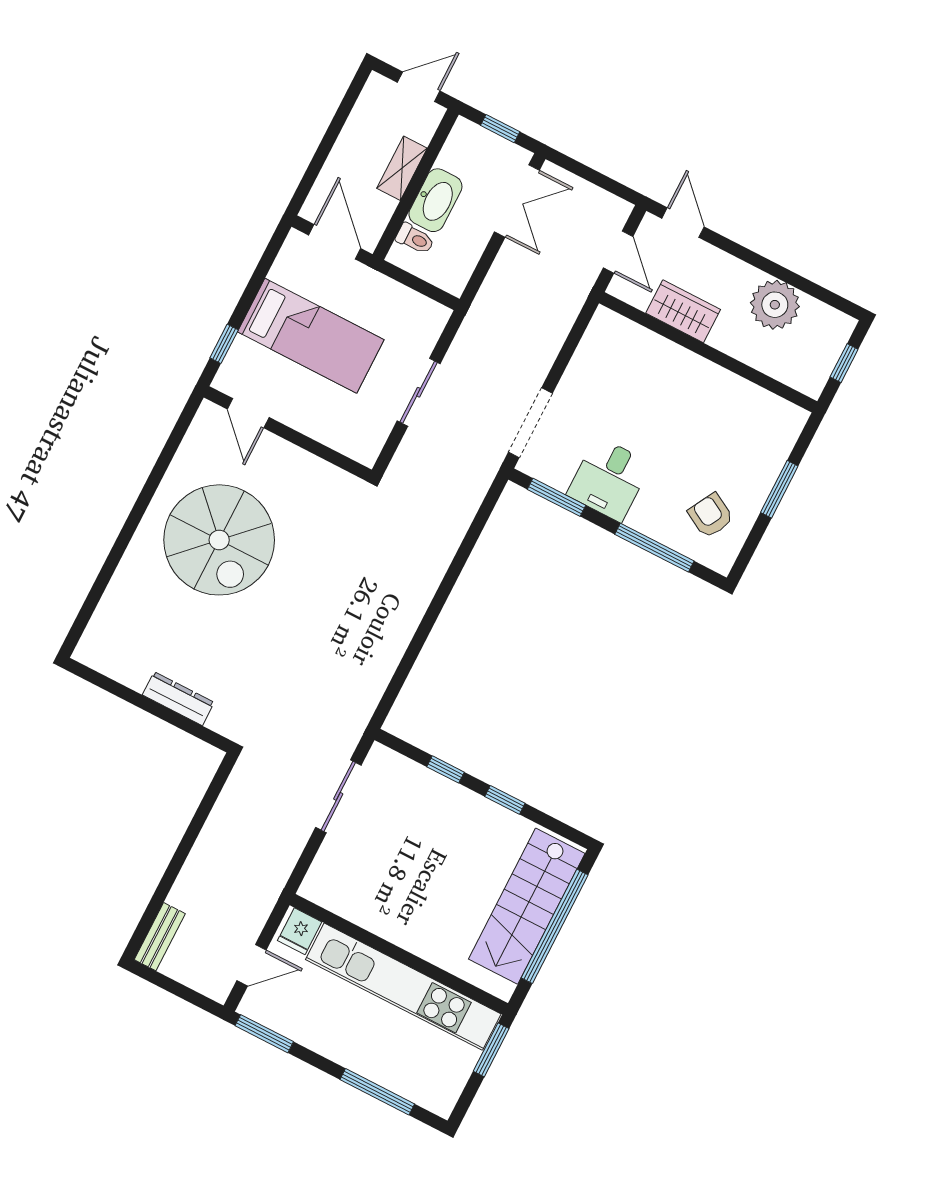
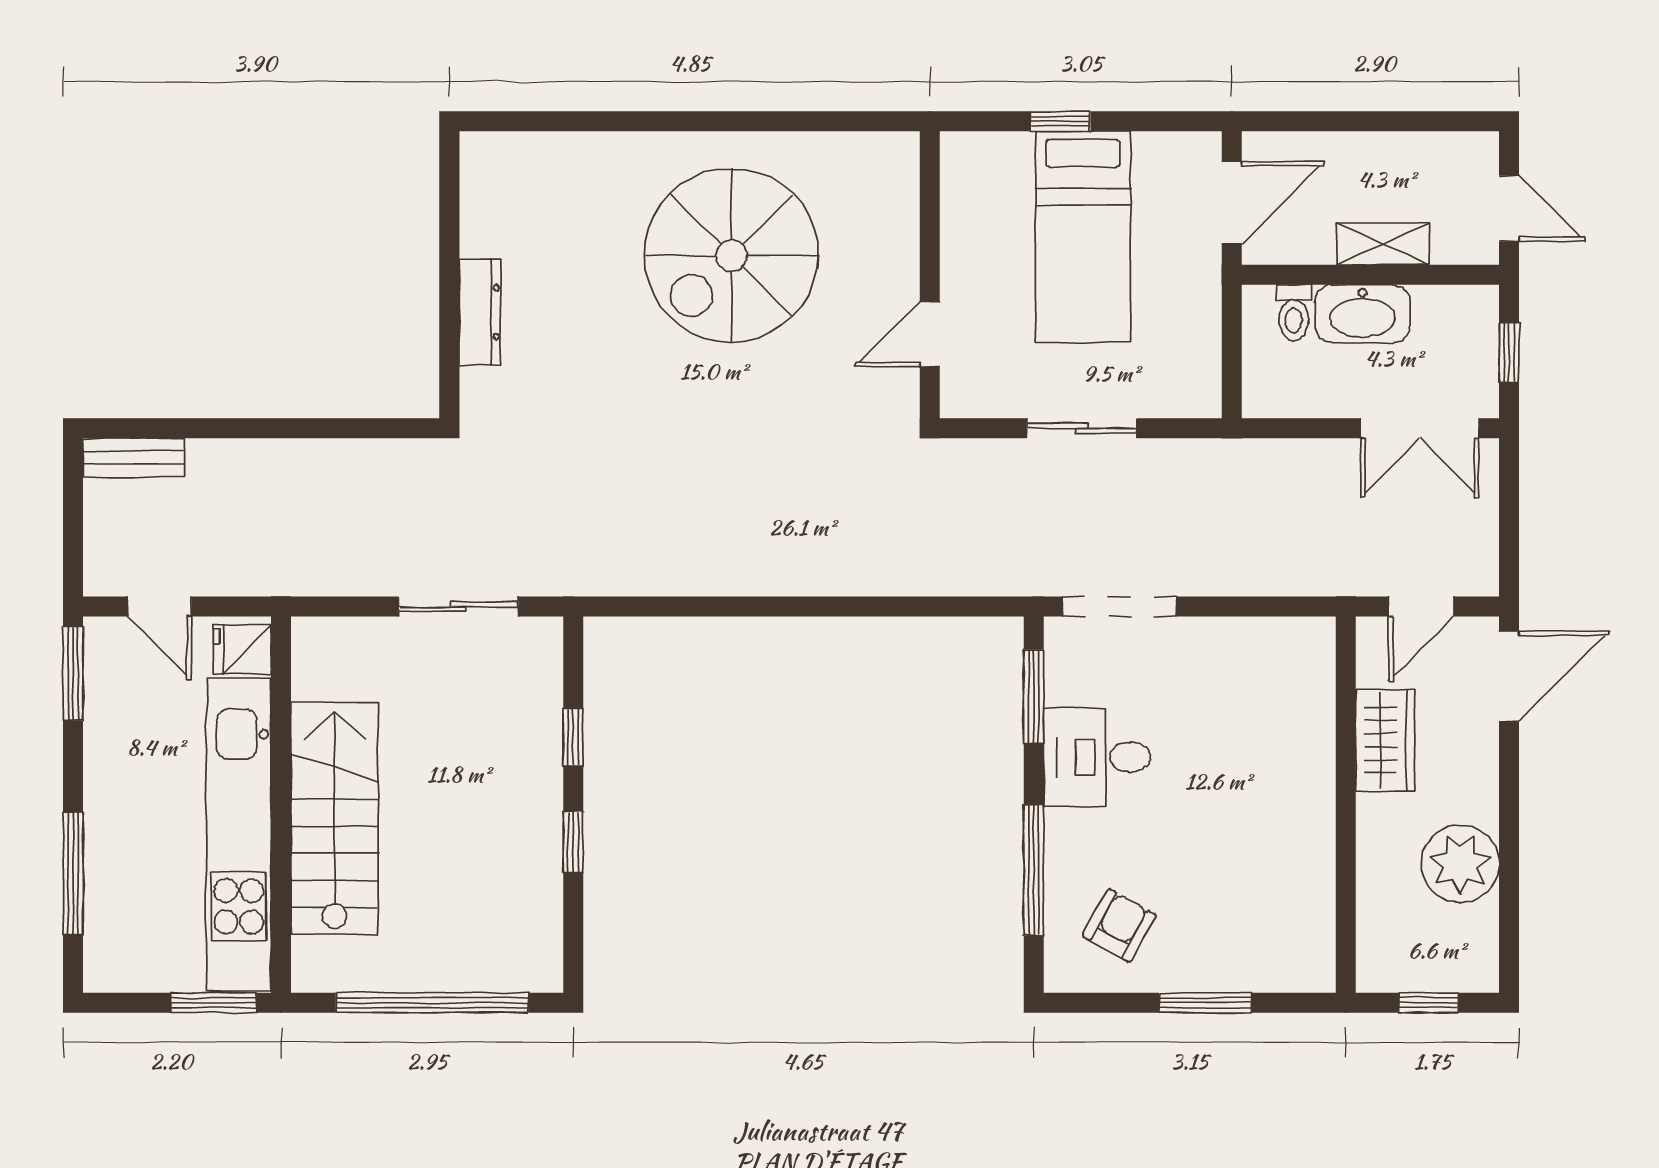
door: (683, 223) -> (1509, 676), width x1.37
window: (224, 344) -> (1061, 121), moved
door: (248, 413) -> (930, 334), moved
stairs: (527, 906) -> (335, 819), moved, turned 90

